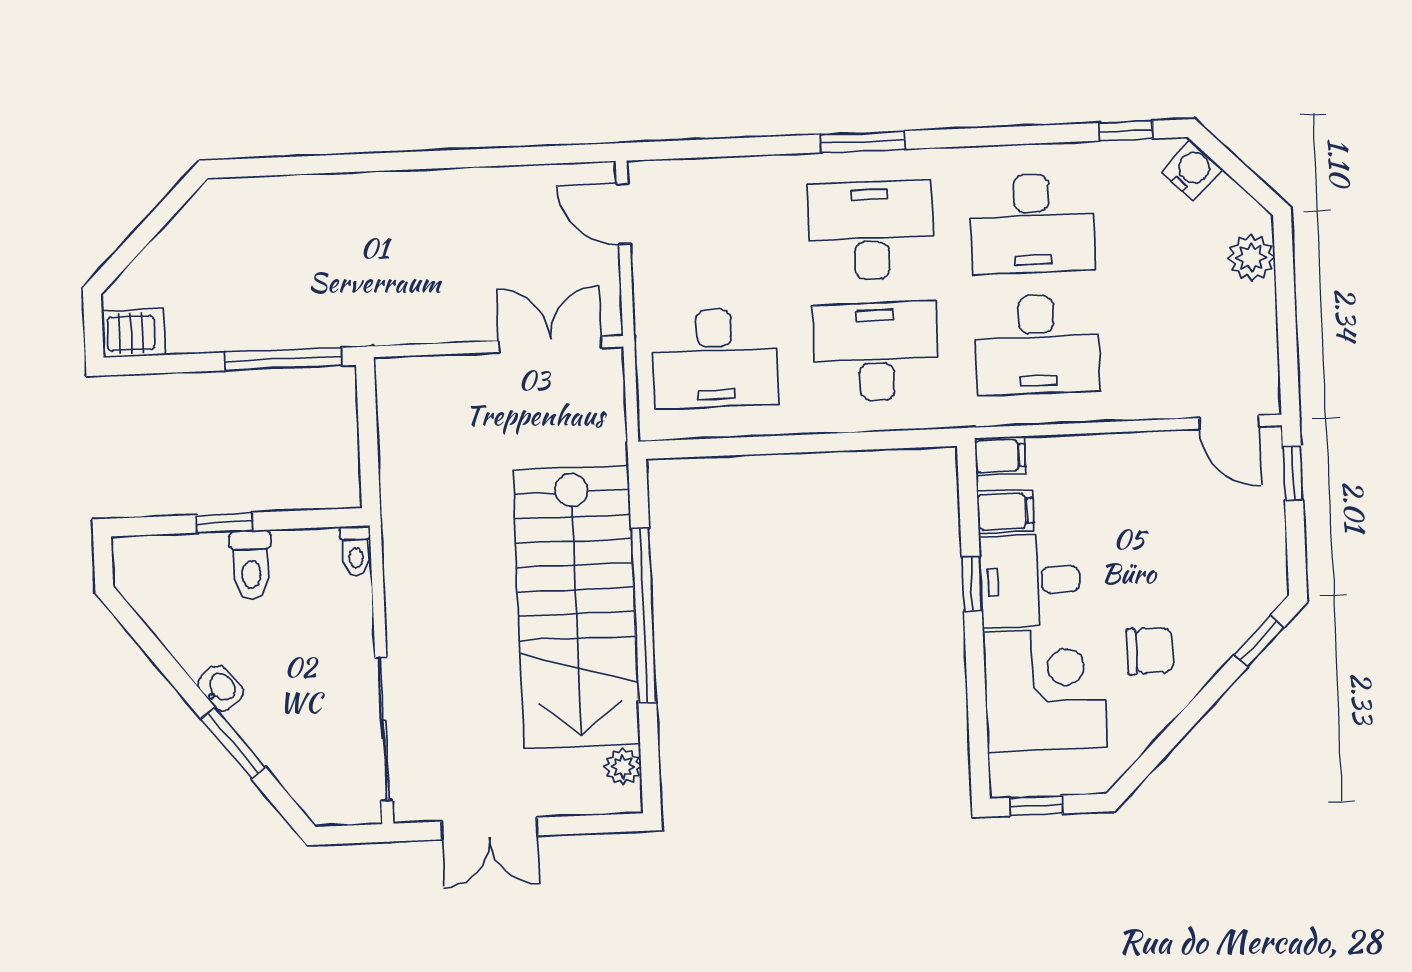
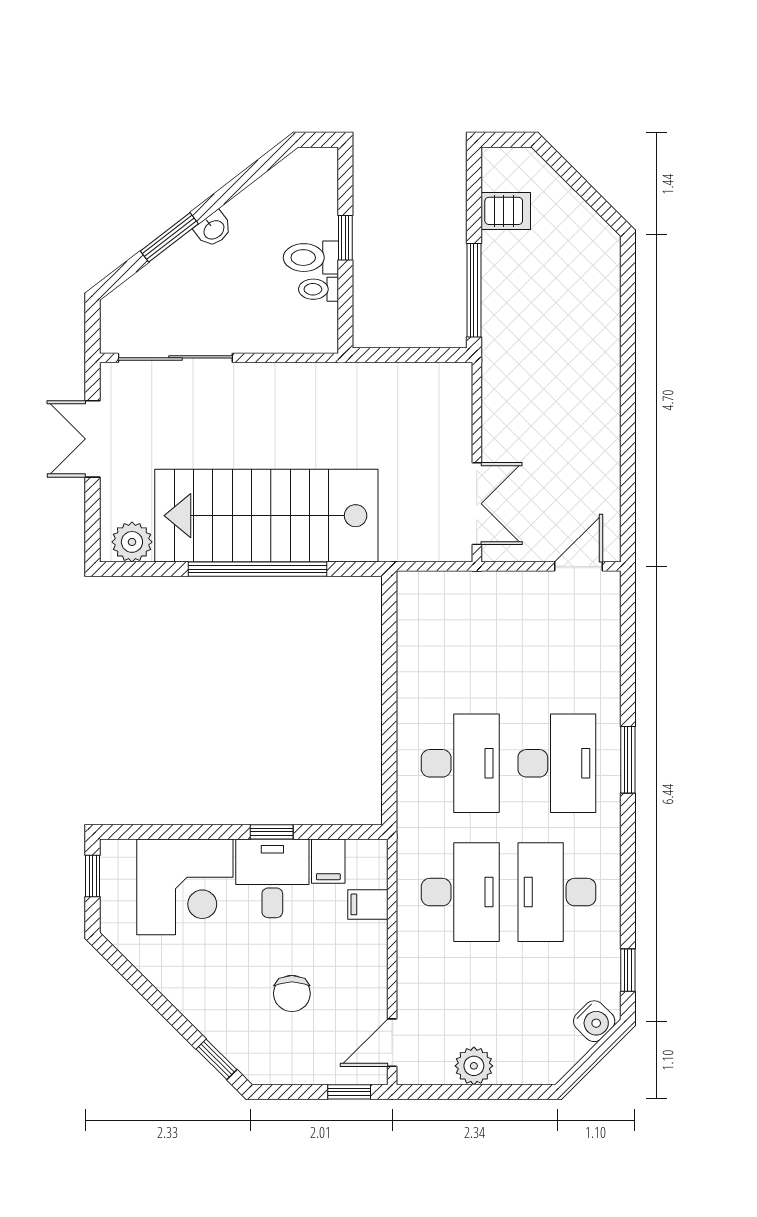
plant: (1251, 258) -> (474, 1066), moved
server rack: (133, 333) -> (506, 211), moved, turned -90
desk: (1037, 345) -> (460, 892), turned 180
desk: (715, 358) -> (460, 634), removed
filing cabinet: (1000, 456) -> (368, 904), moved, turned 90
toilet: (356, 551) -> (318, 289), moved
chair: (1150, 651) -> (292, 993), moved
plant: (623, 767) -> (132, 542), width x1.38, depth x1.38

